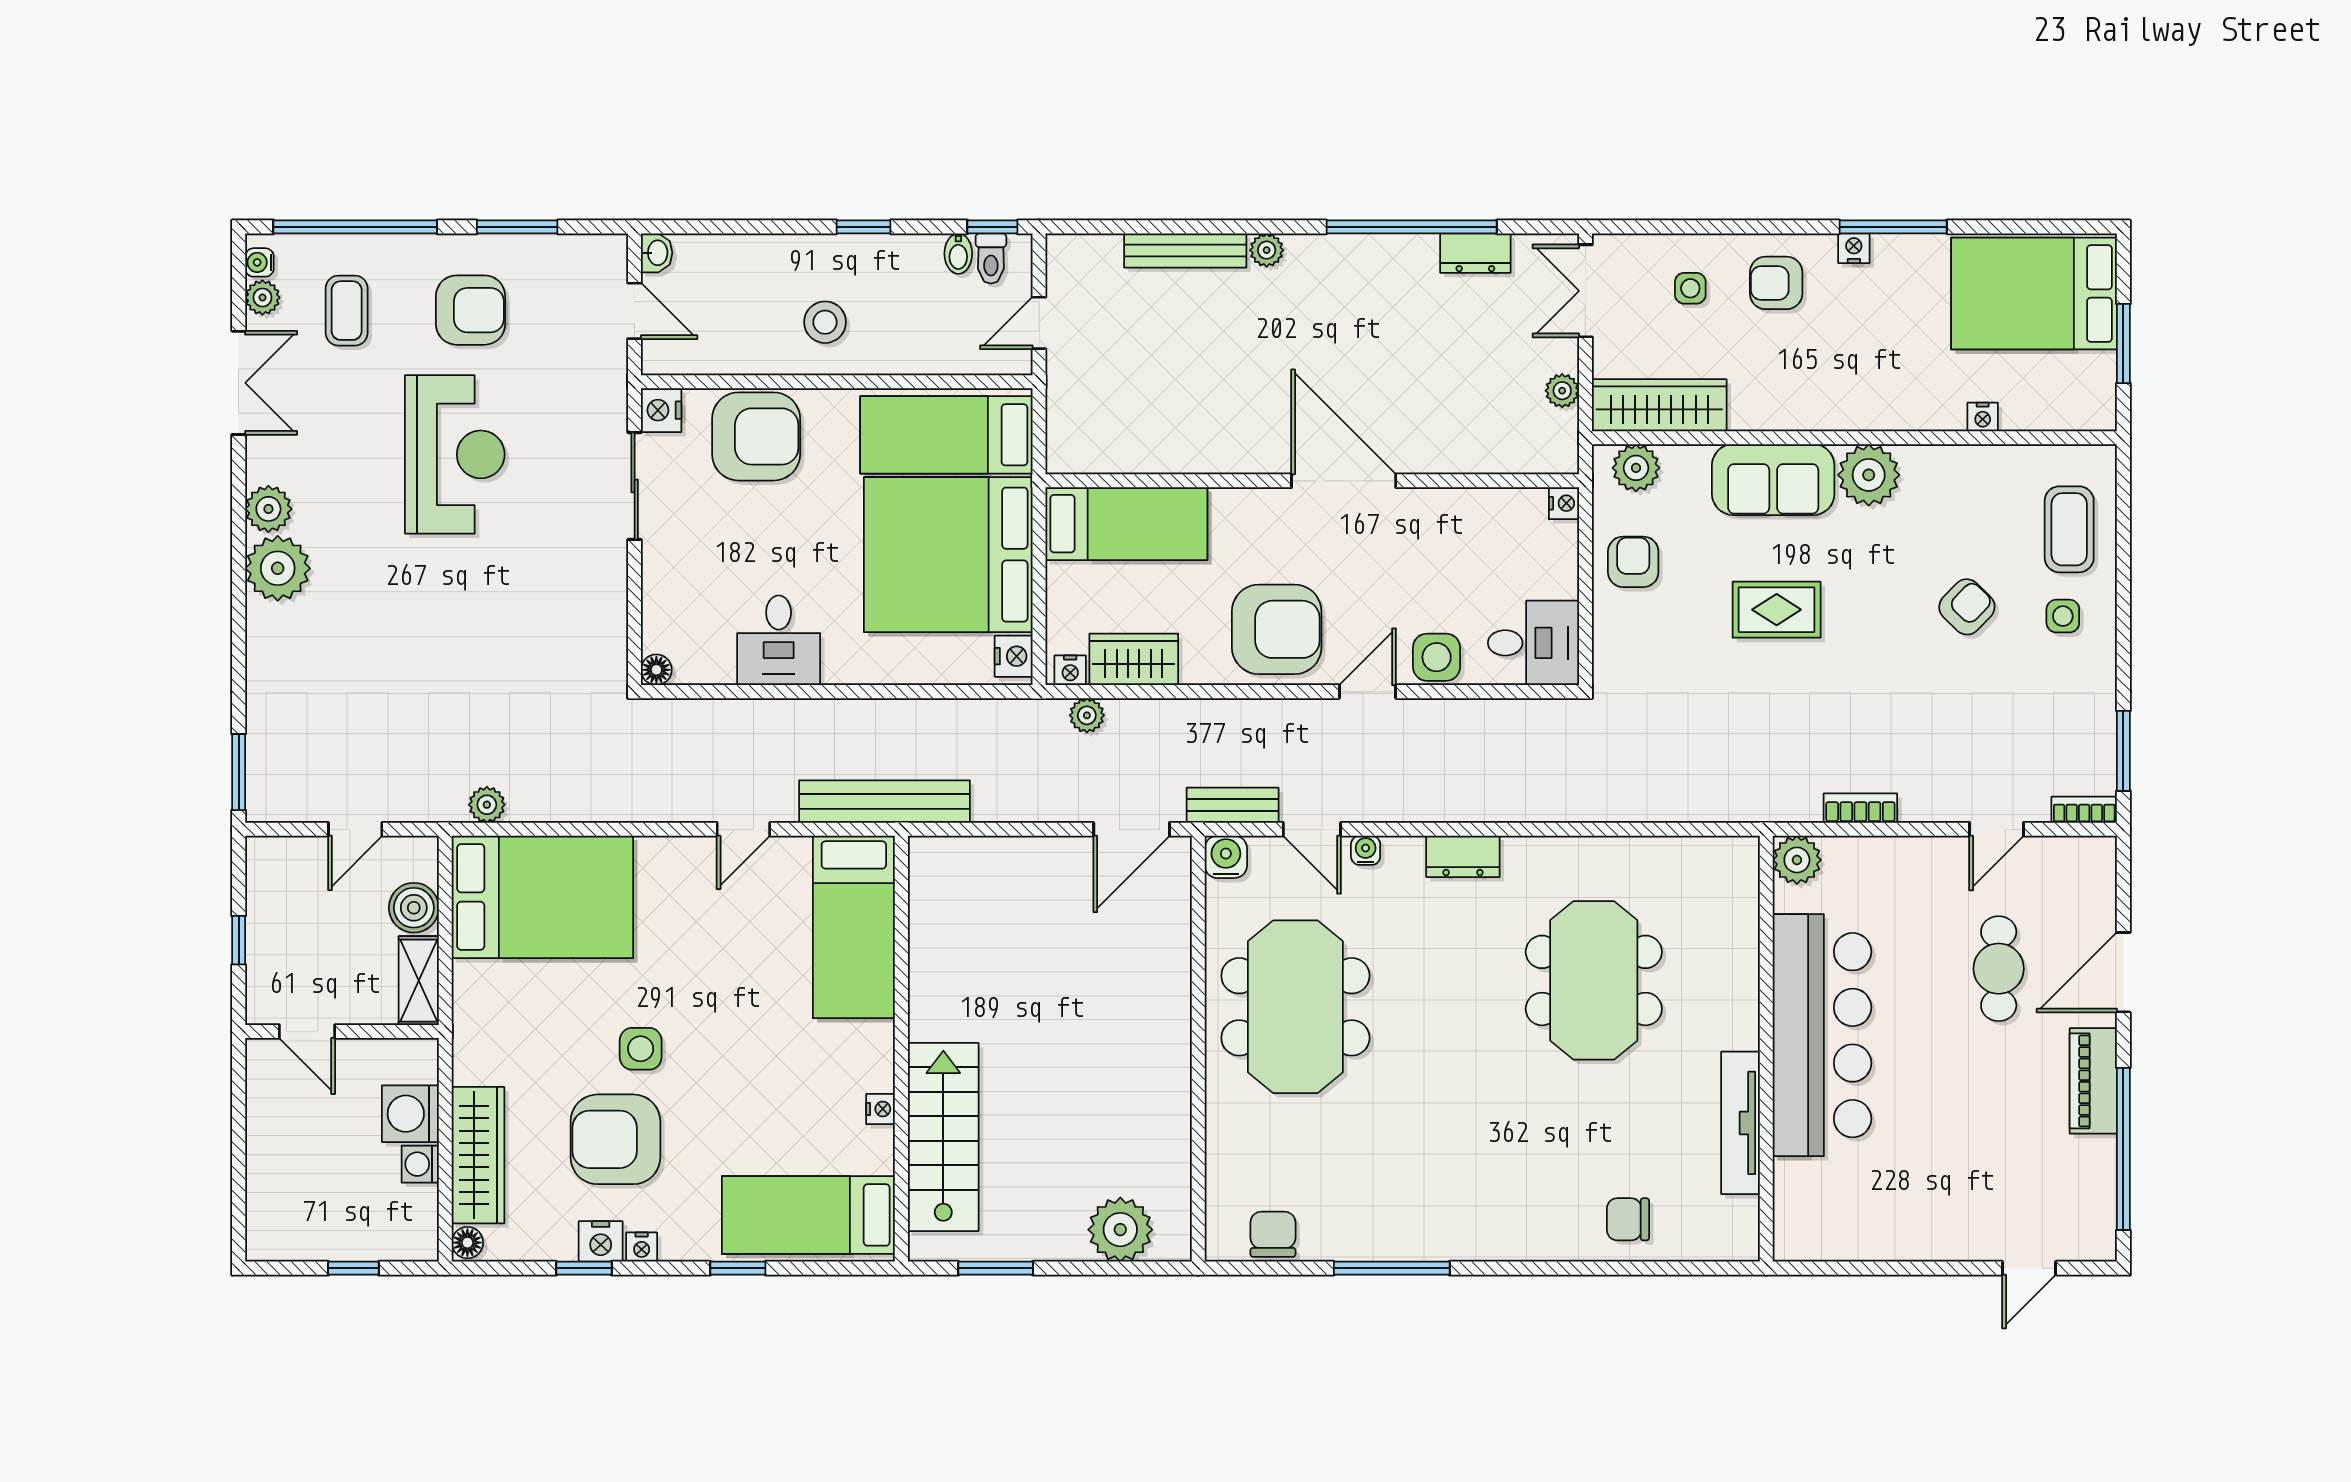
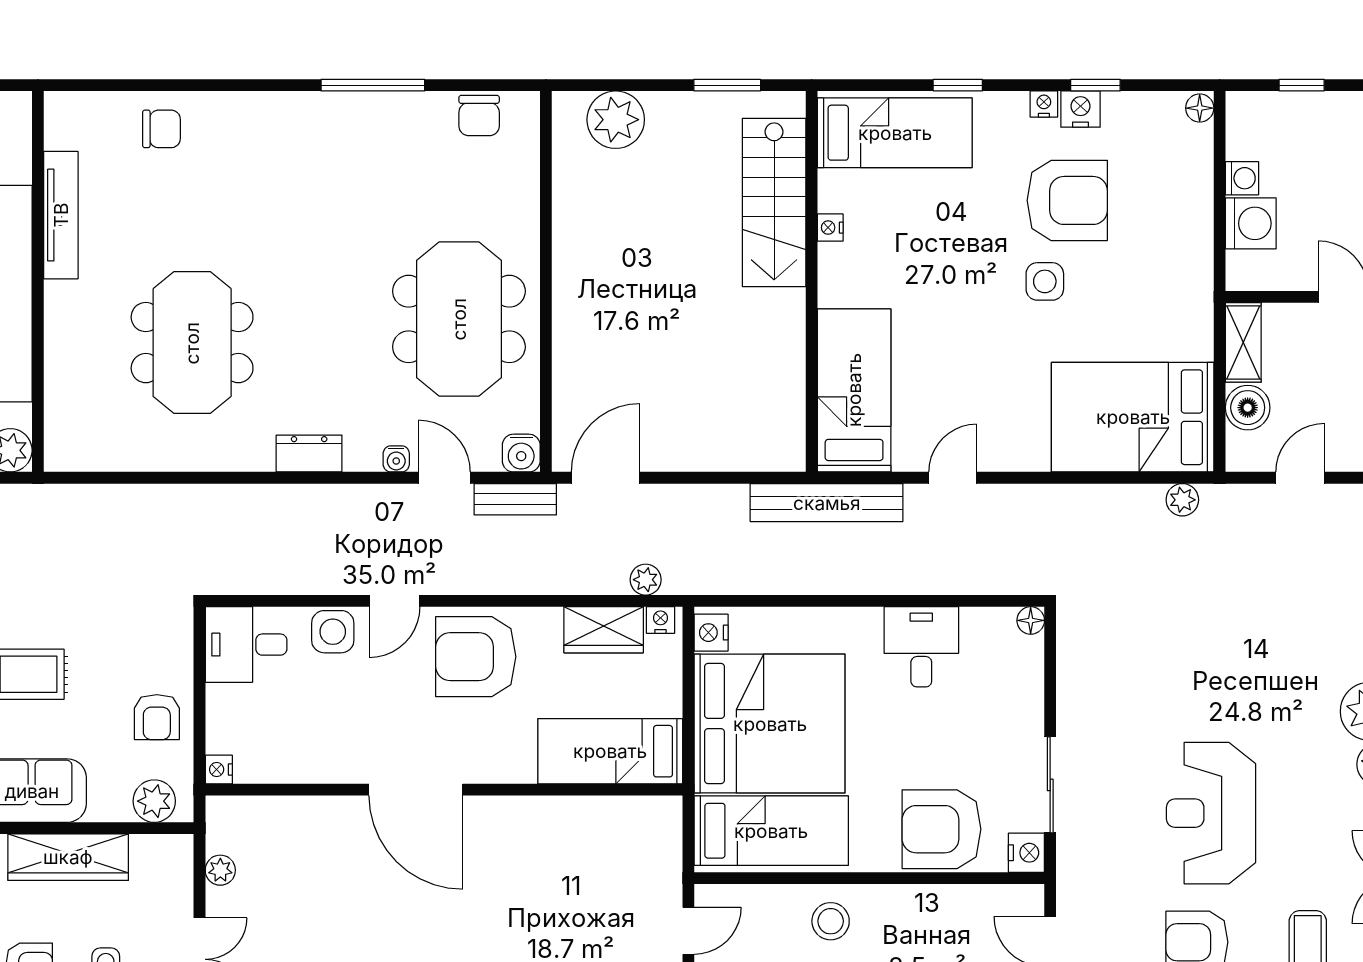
stool: (825, 322) -> (831, 921), moved
wardrobe: (1659, 405) -> (68, 857), moved
wardrobe: (478, 1155) -> (1190, 186), removed

